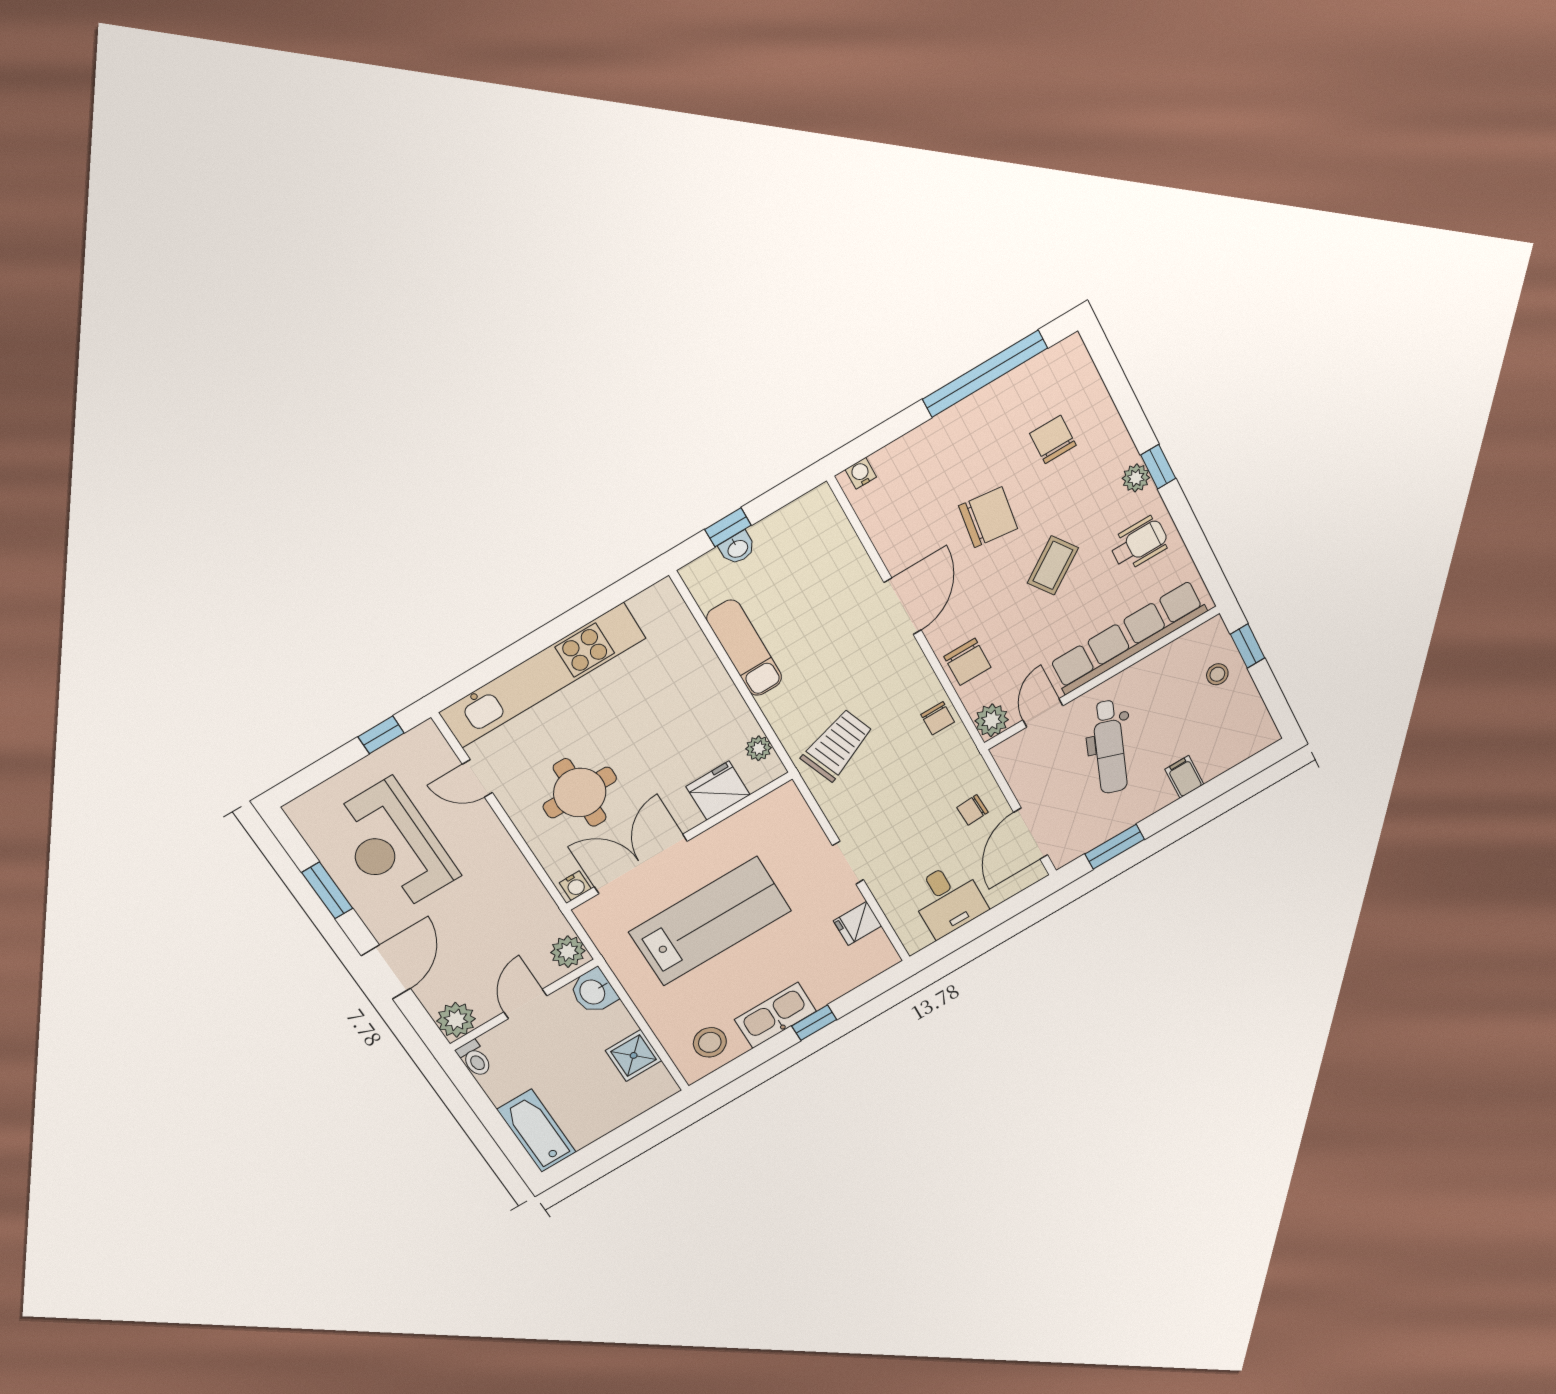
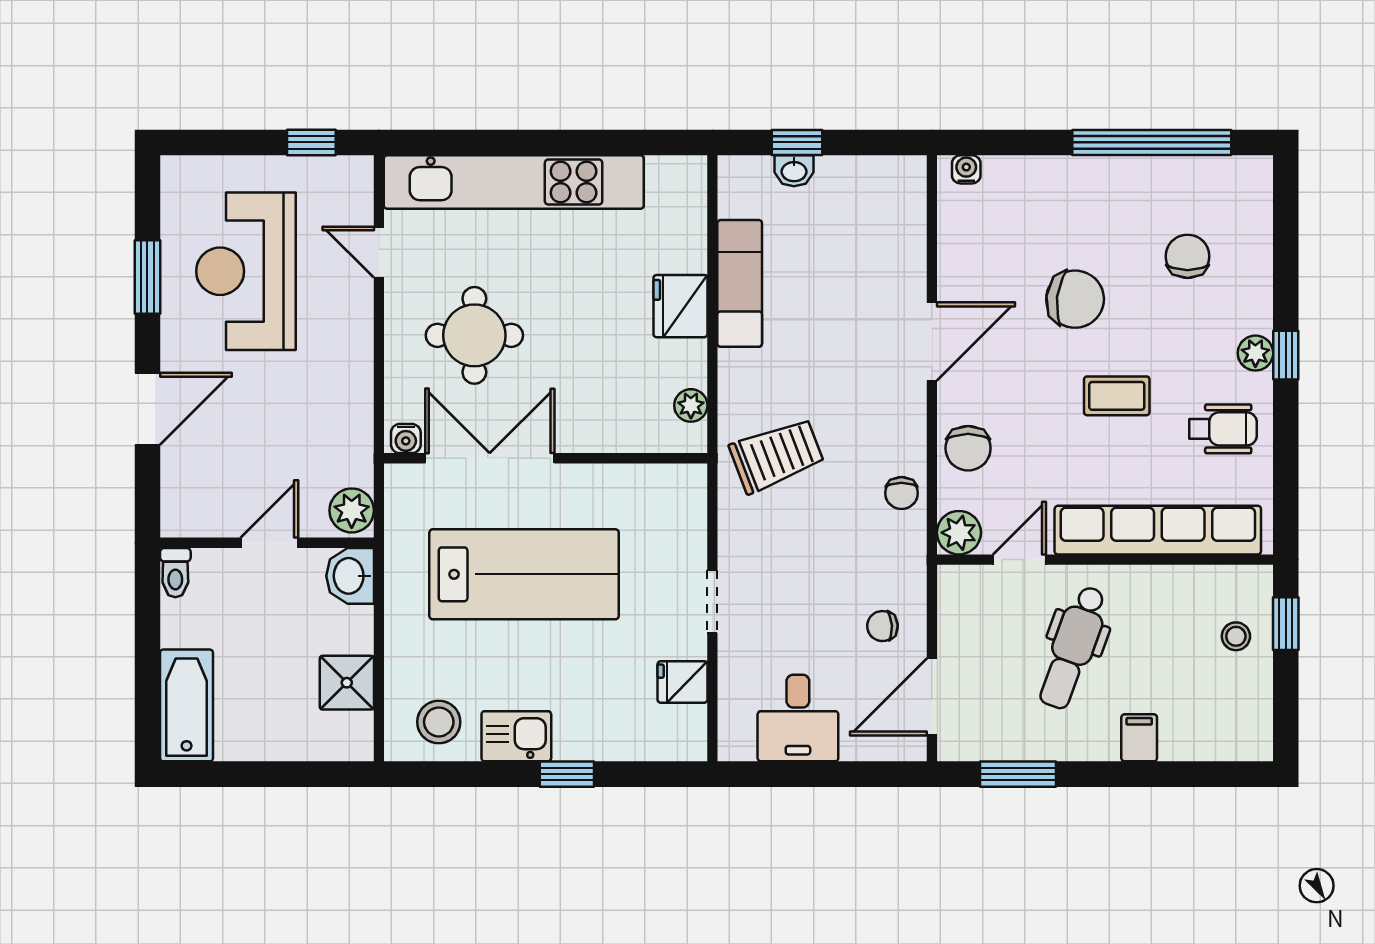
coffee table: (1053, 565) -> (1117, 396), turned 35
fridge: (718, 791) -> (680, 306), moved, turned -90
kitchen sink: (775, 1015) -> (516, 736), width x0.73
plant: (456, 1020) -> (185, 513), removed

